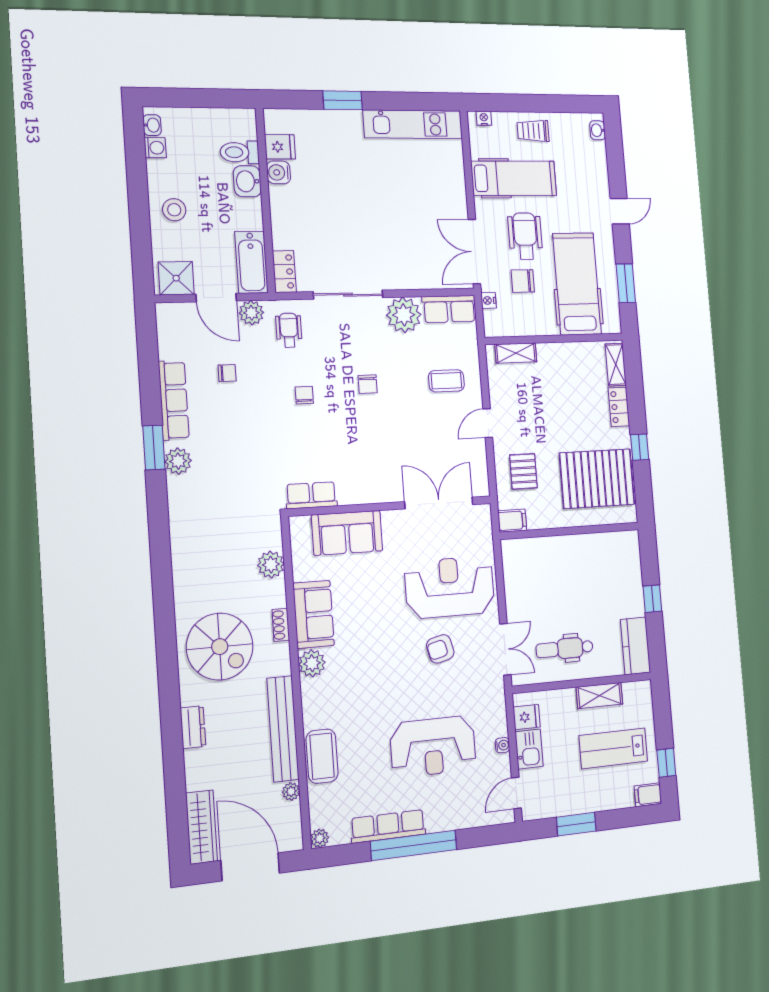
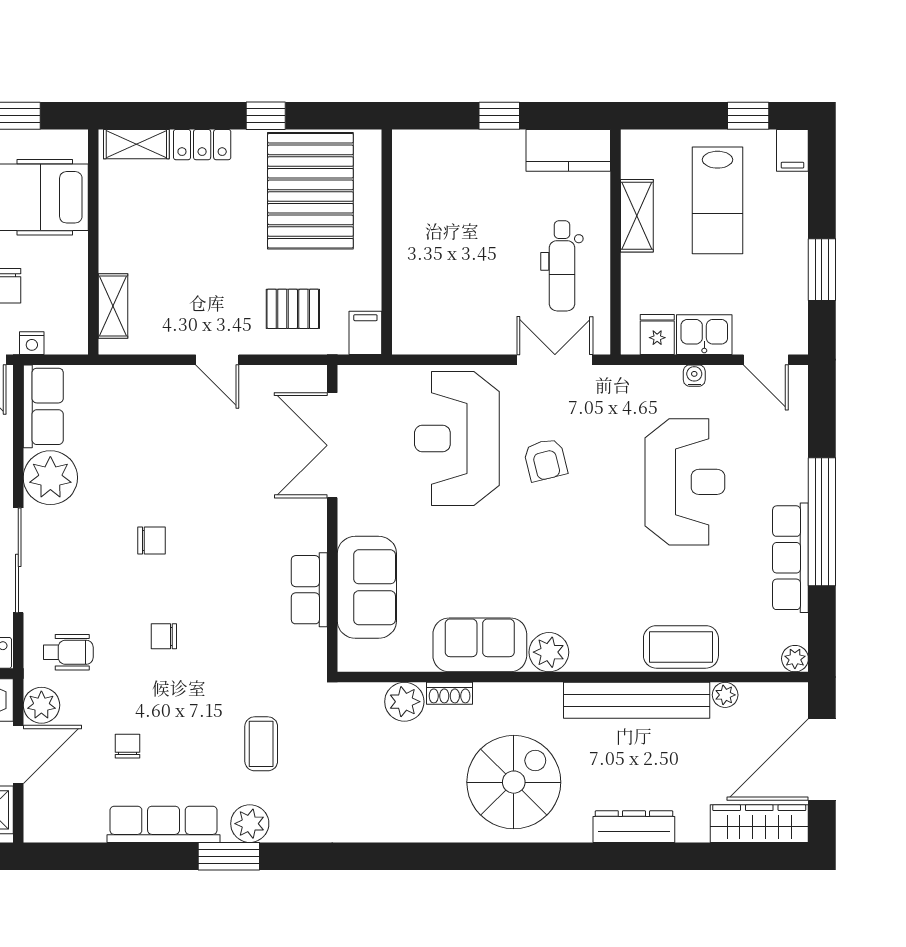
wheelchair: (289, 330) -> (68, 652), turned 180
coffee table: (446, 381) -> (261, 744), moved
row of seats: (311, 495) -> (309, 590), moved
shoe rack: (281, 625) -> (450, 693), moved
dresser: (193, 727) -> (634, 827), width x1.44

